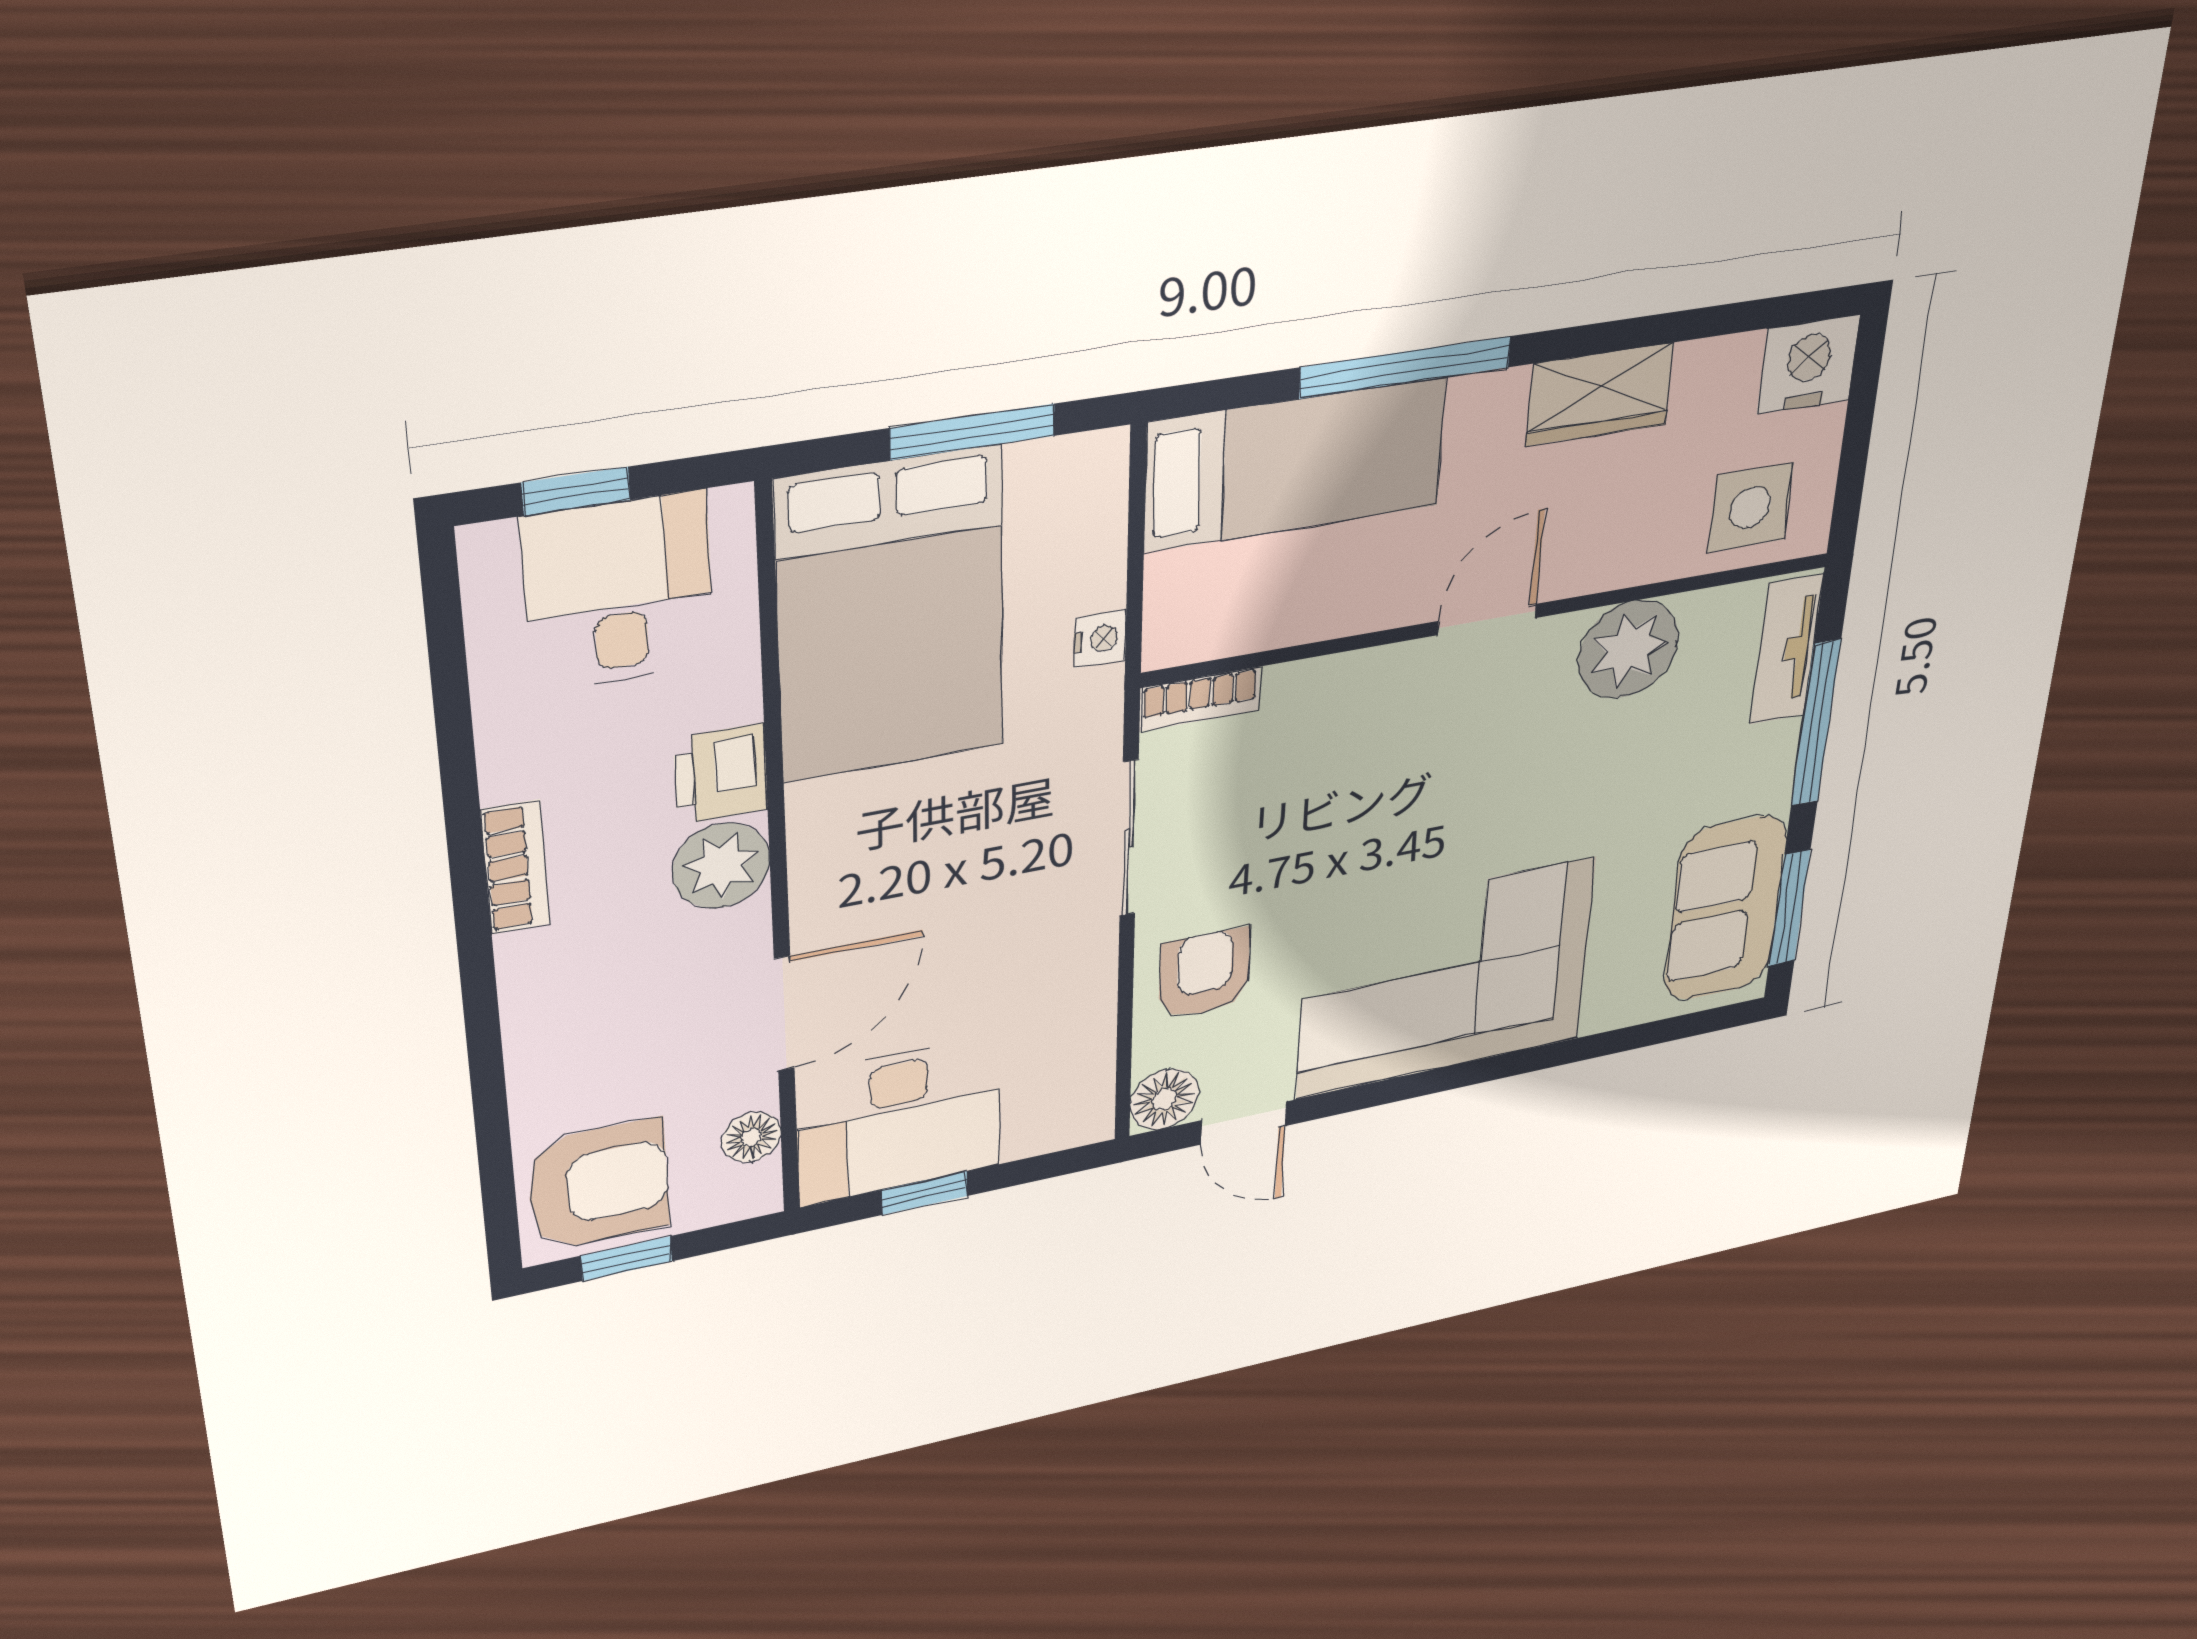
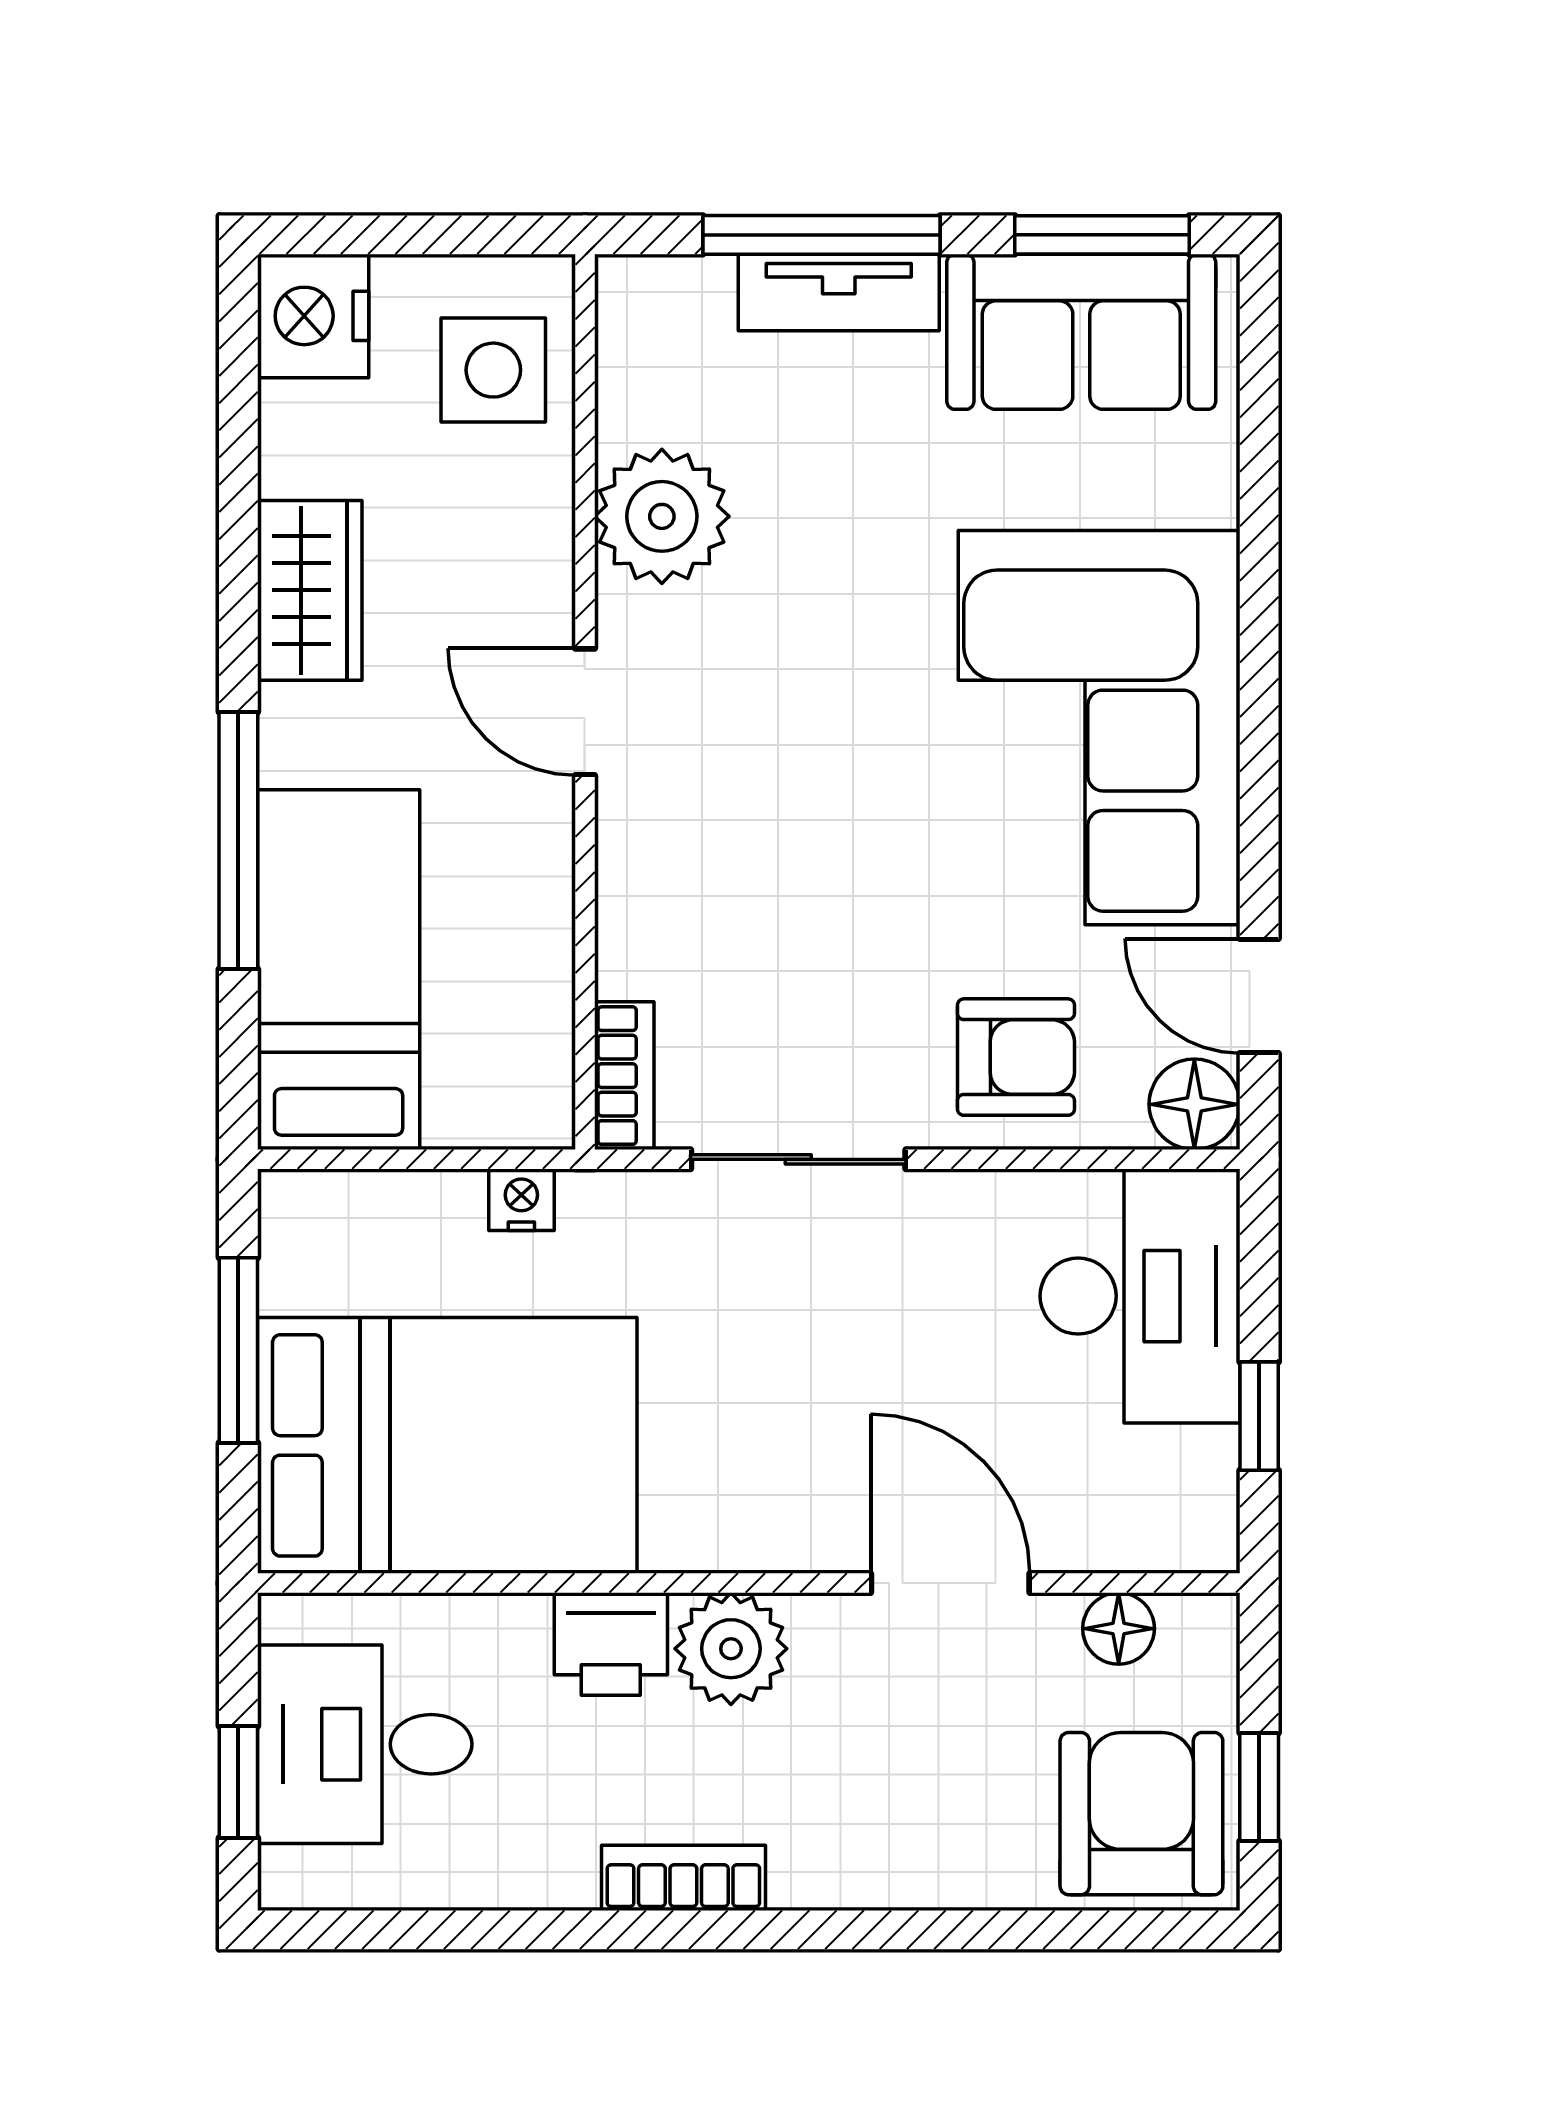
tv unit: (1787, 650) -> (839, 292), moved
armchair: (1204, 974) -> (1016, 1057), turned 180
desk: (899, 1120) -> (1140, 1296), moved
door: (1243, 1123) -> (1259, 996), swing flipped

